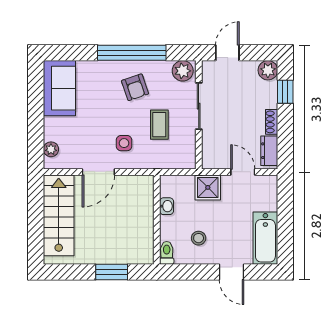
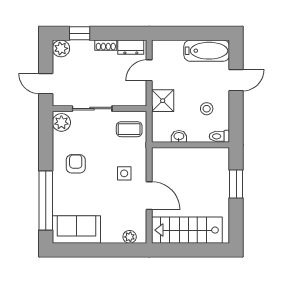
window: (132, 53) -> (46, 201), moved
armchair: (135, 87) -> (76, 164), turned -71
coffee table: (159, 125) -> (129, 129), moved

